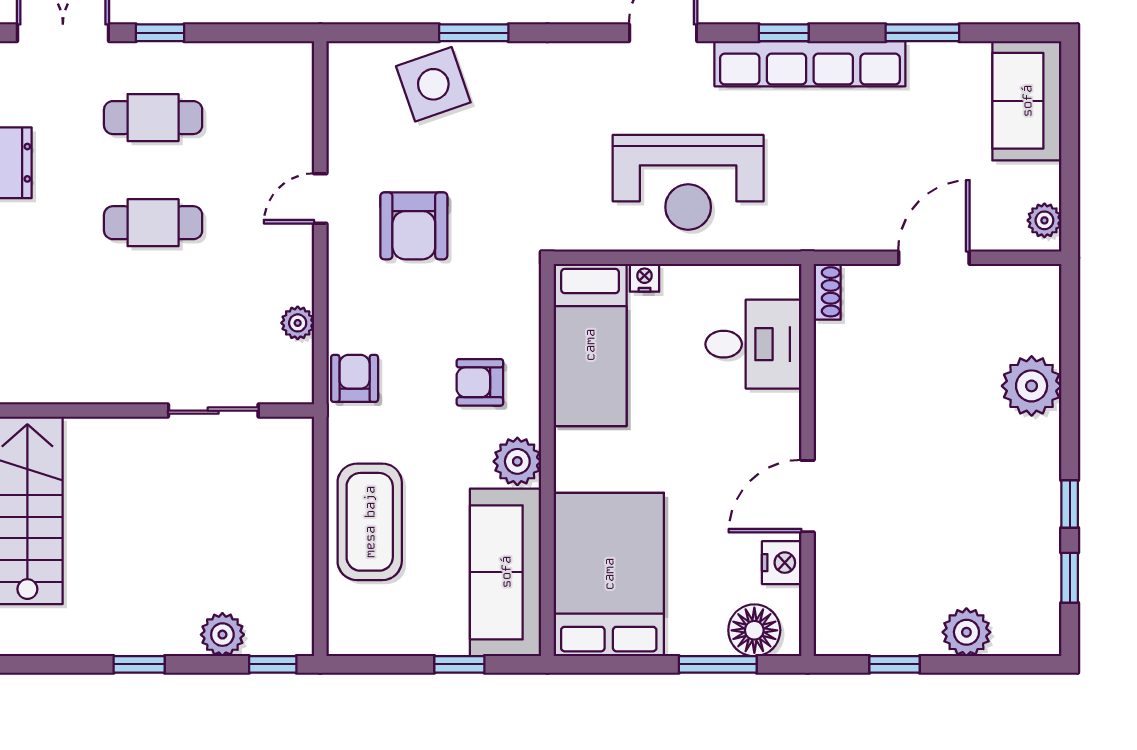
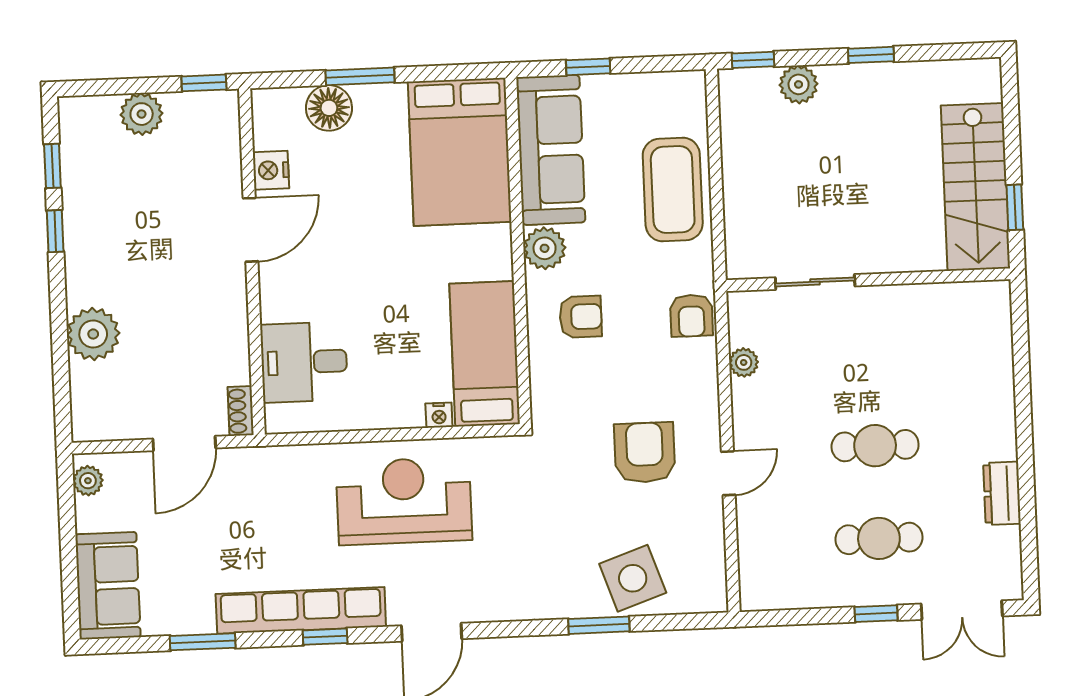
shoe rack: (827, 292) -> (241, 411), moved
desk: (753, 344) -> (304, 362), moved
wall: (808, 460) -> (252, 262), moved
door: (808, 496) -> (251, 230), moved
nightstand: (782, 563) -> (271, 170), moved

